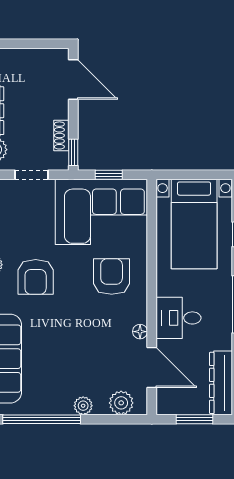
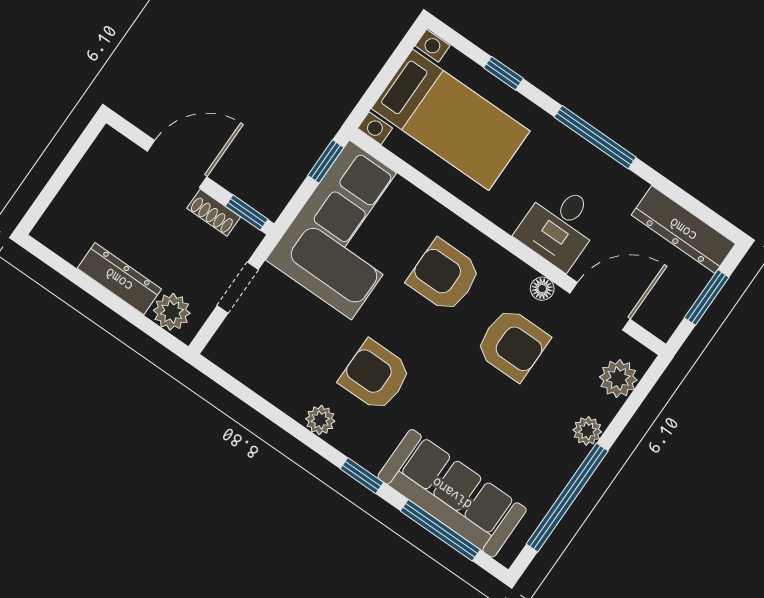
door: (73, 80) -> (177, 164), moved
window: (109, 175) -> (326, 161), moved
armchair: (36, 277) -> (375, 376), turned 180
armchair: (101, 336) -> (512, 344), added

